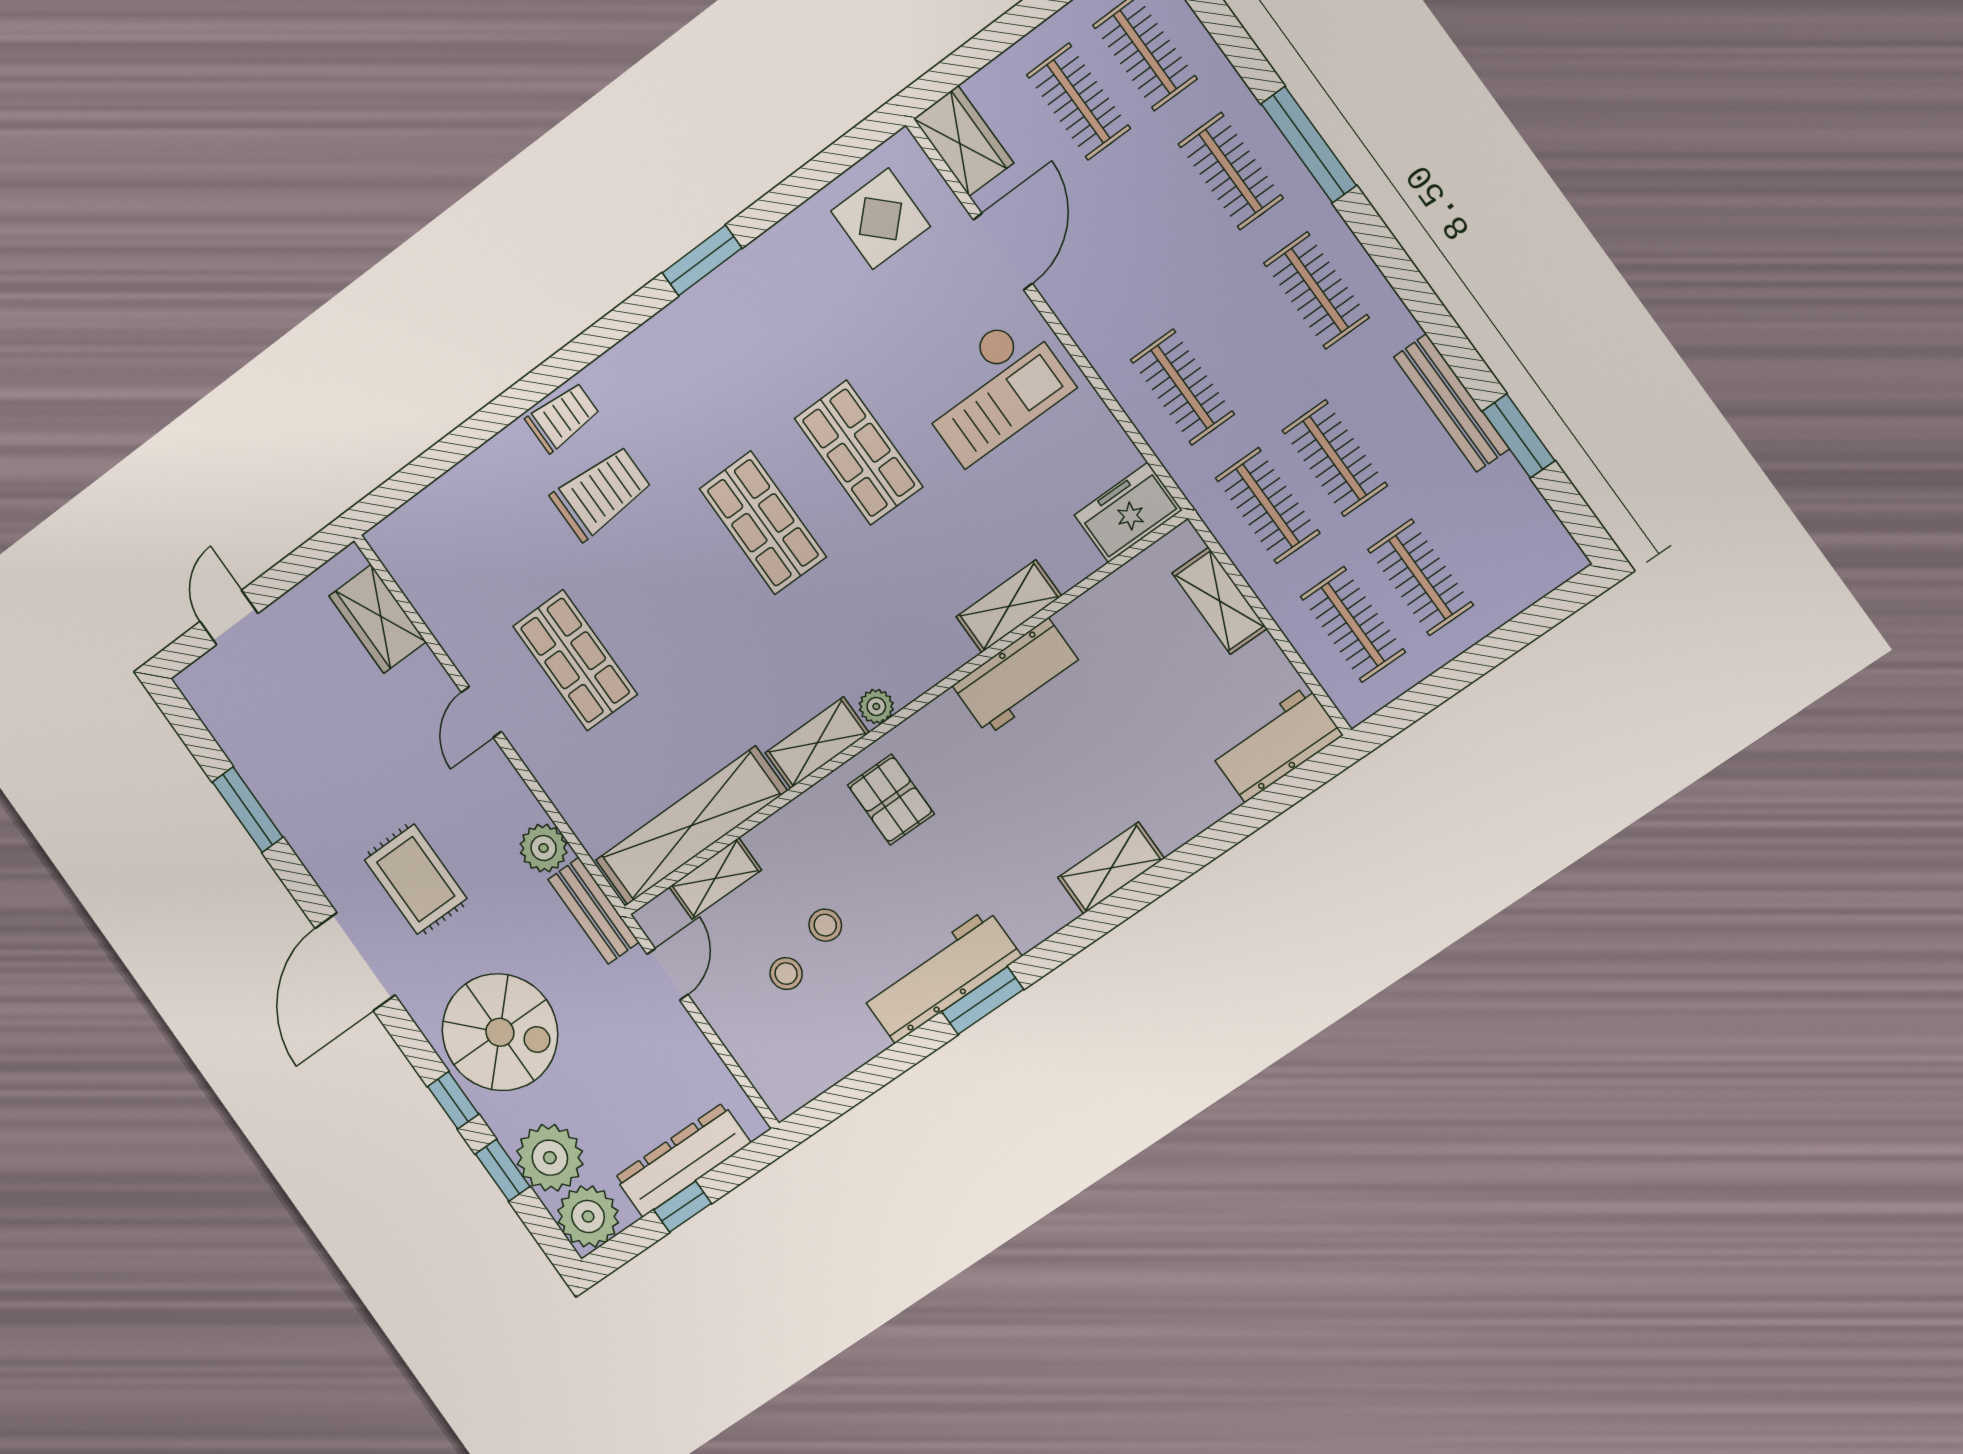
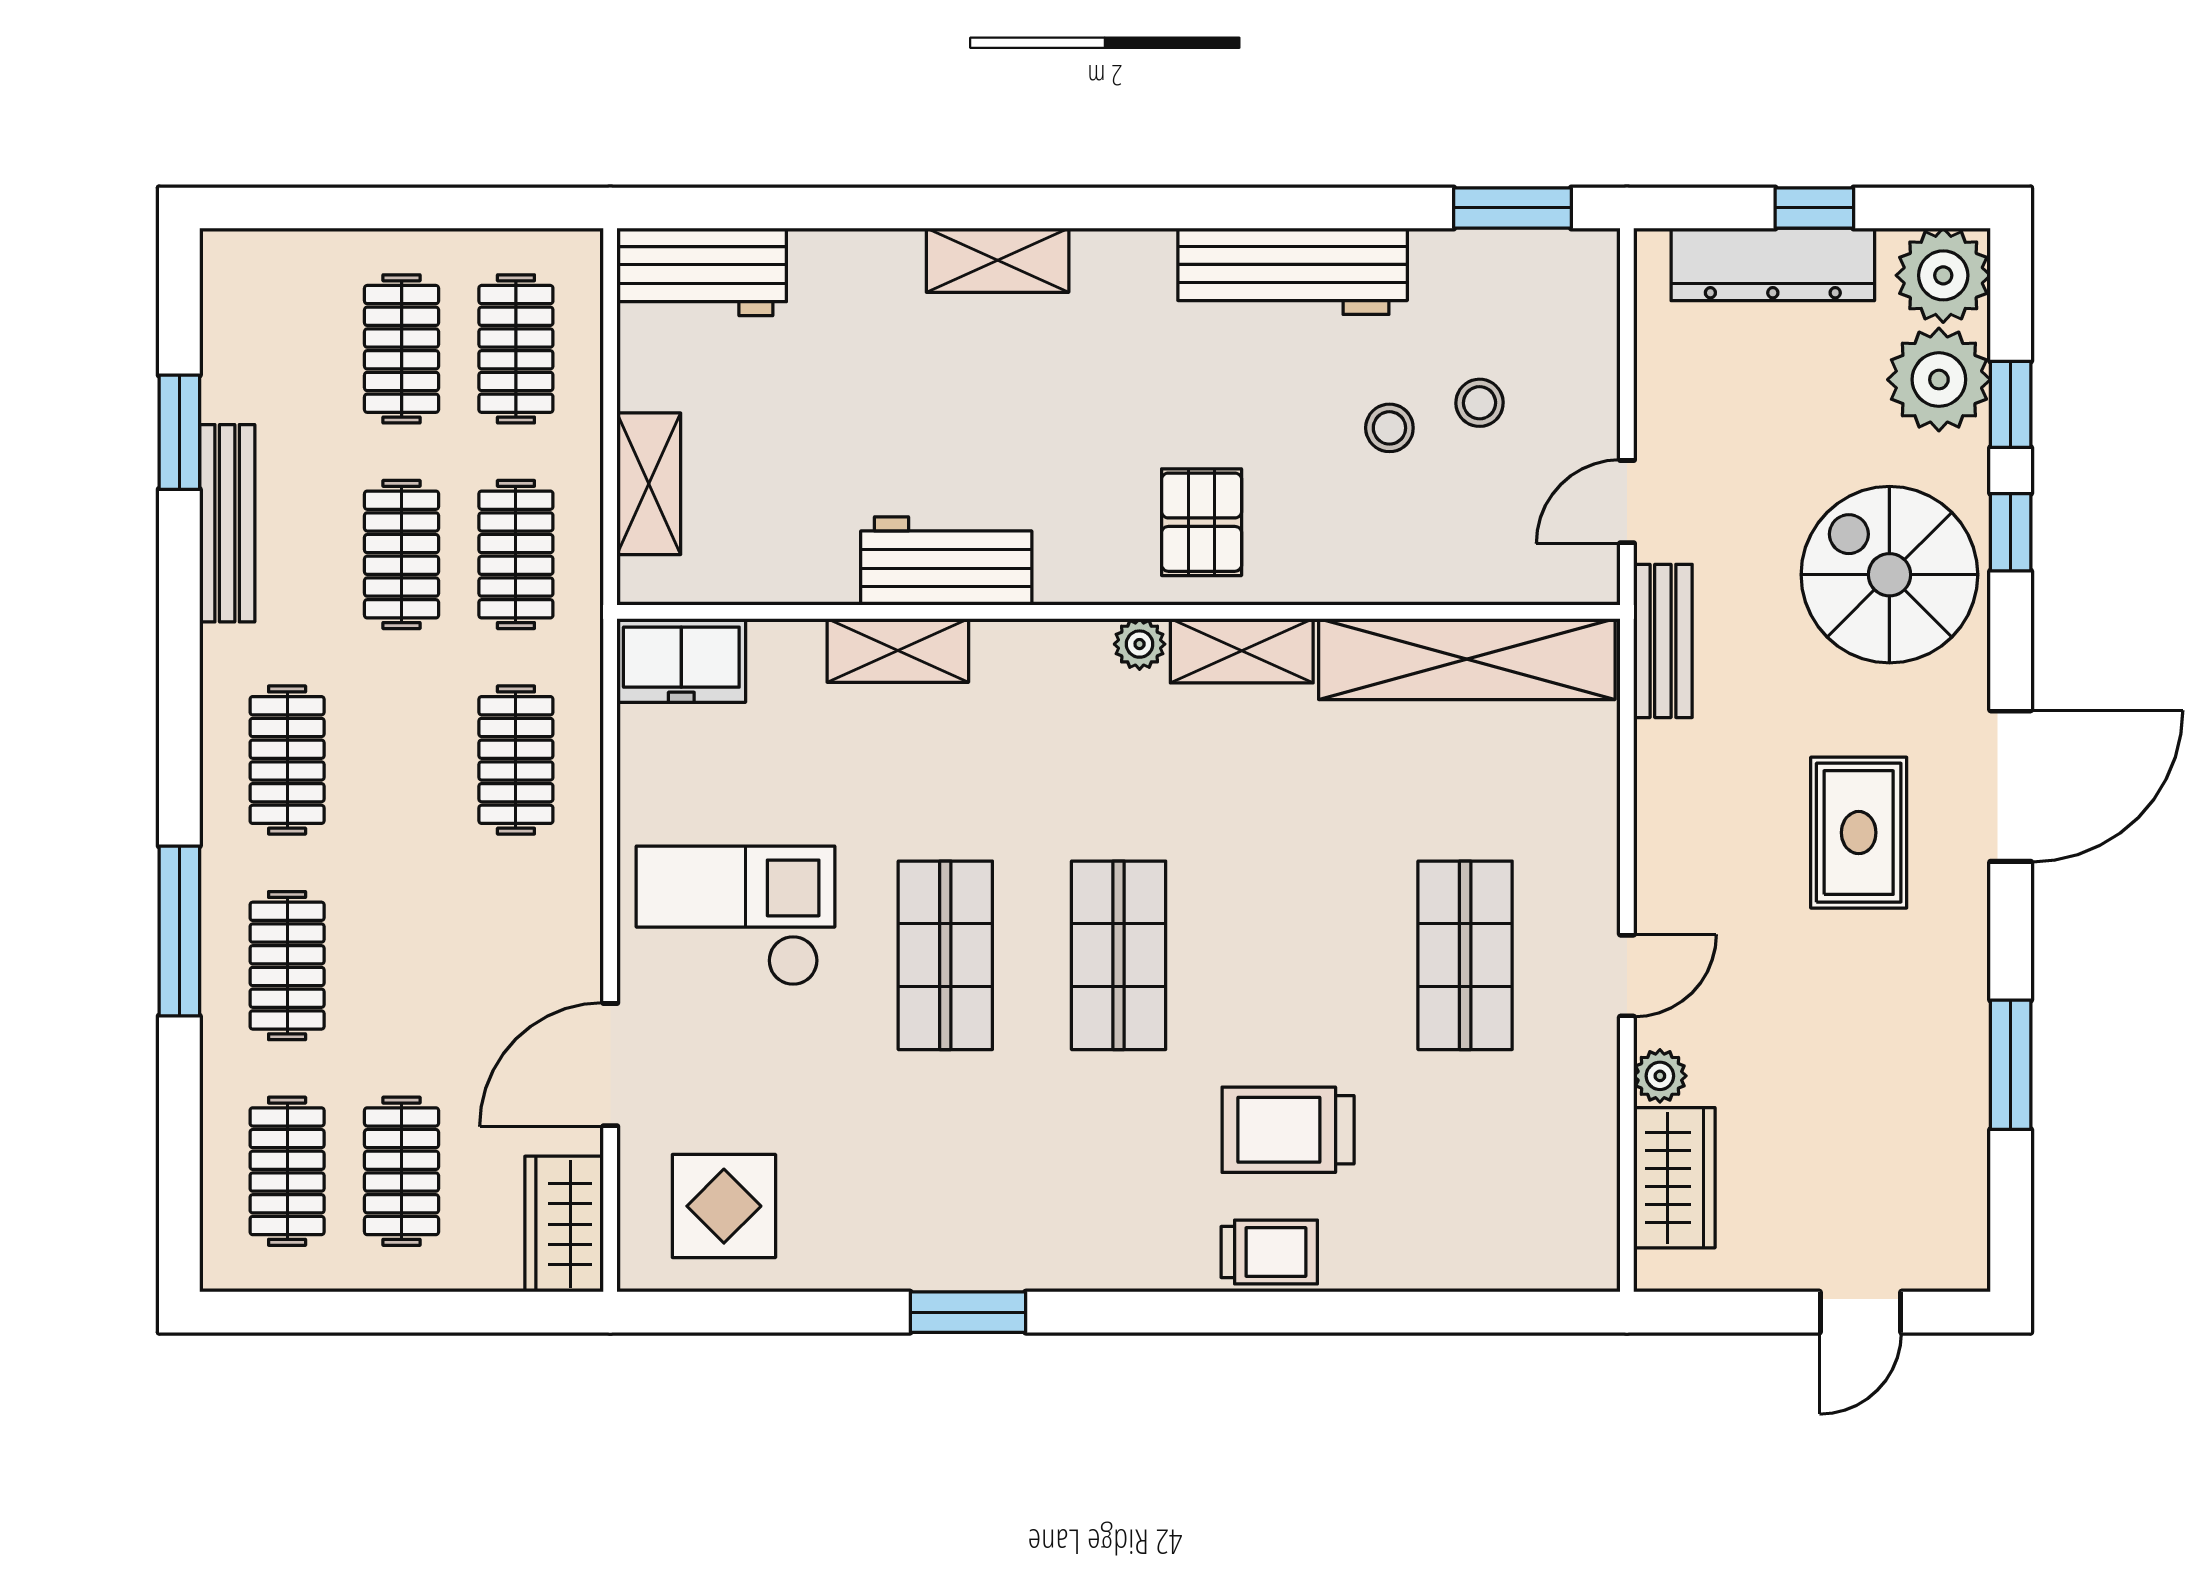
trolley: (563, 417) -> (1269, 1252), turned 180
plant: (544, 848) -> (1660, 1076), moved, width x0.73, depth x0.73
shelving: (715, 878) -> (1484, 576), removed
window: (983, 1000) -> (1512, 208), moved

